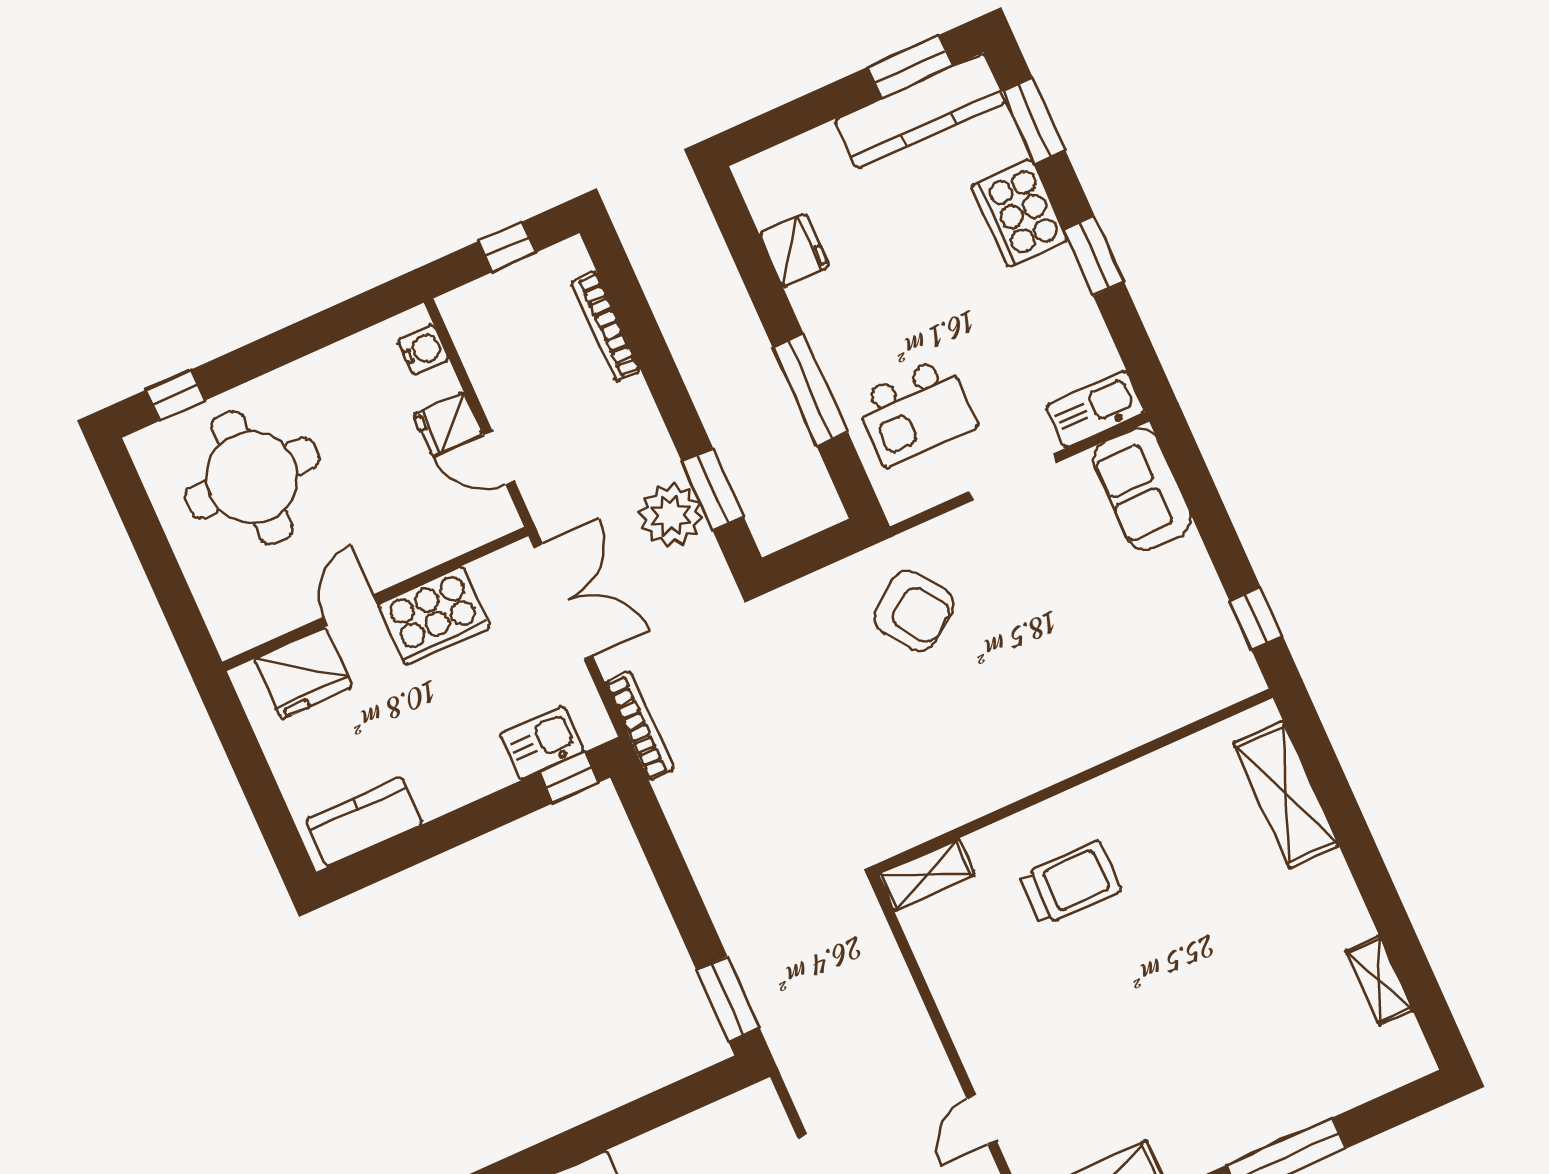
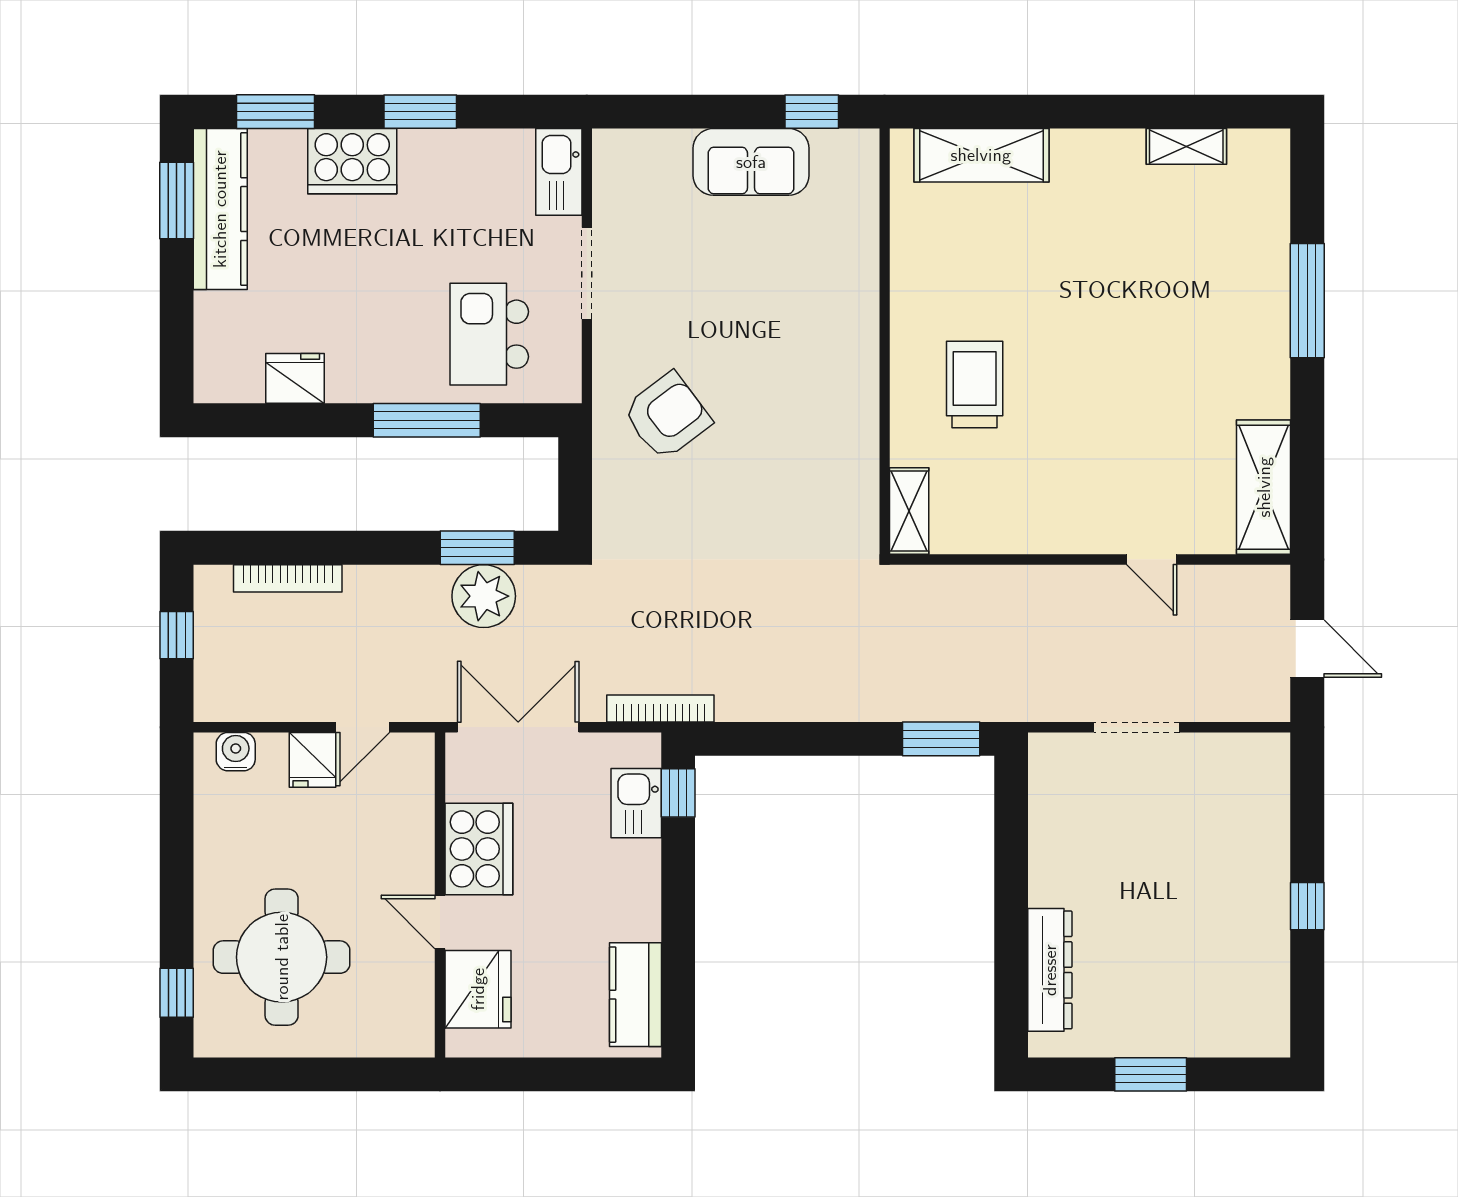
kitchen island: (916, 412) -> (489, 334), turned 180
sofa: (1142, 489) -> (751, 162), moved

